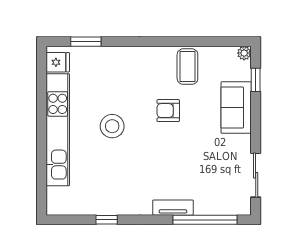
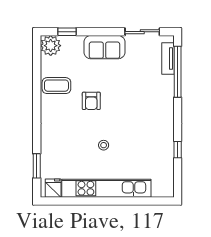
plant: (244, 53) -> (51, 46), width x1.88, depth x1.88
sofa: (236, 108) -> (104, 47), moved
stool: (112, 126) -> (104, 145), width x0.53, depth x0.53
tv unit: (173, 208) -> (168, 58), moved

